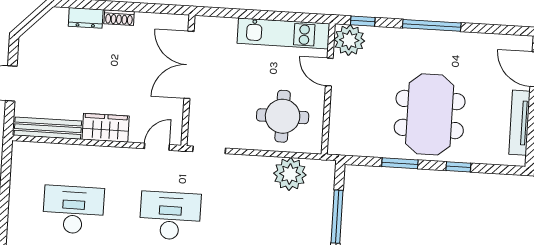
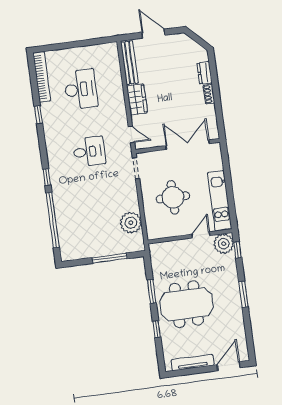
window: (432, 25) -> (243, 294), width x0.69
round table: (283, 116) -> (173, 197), moved
desk: (170, 216) -> (89, 152), width x0.73

